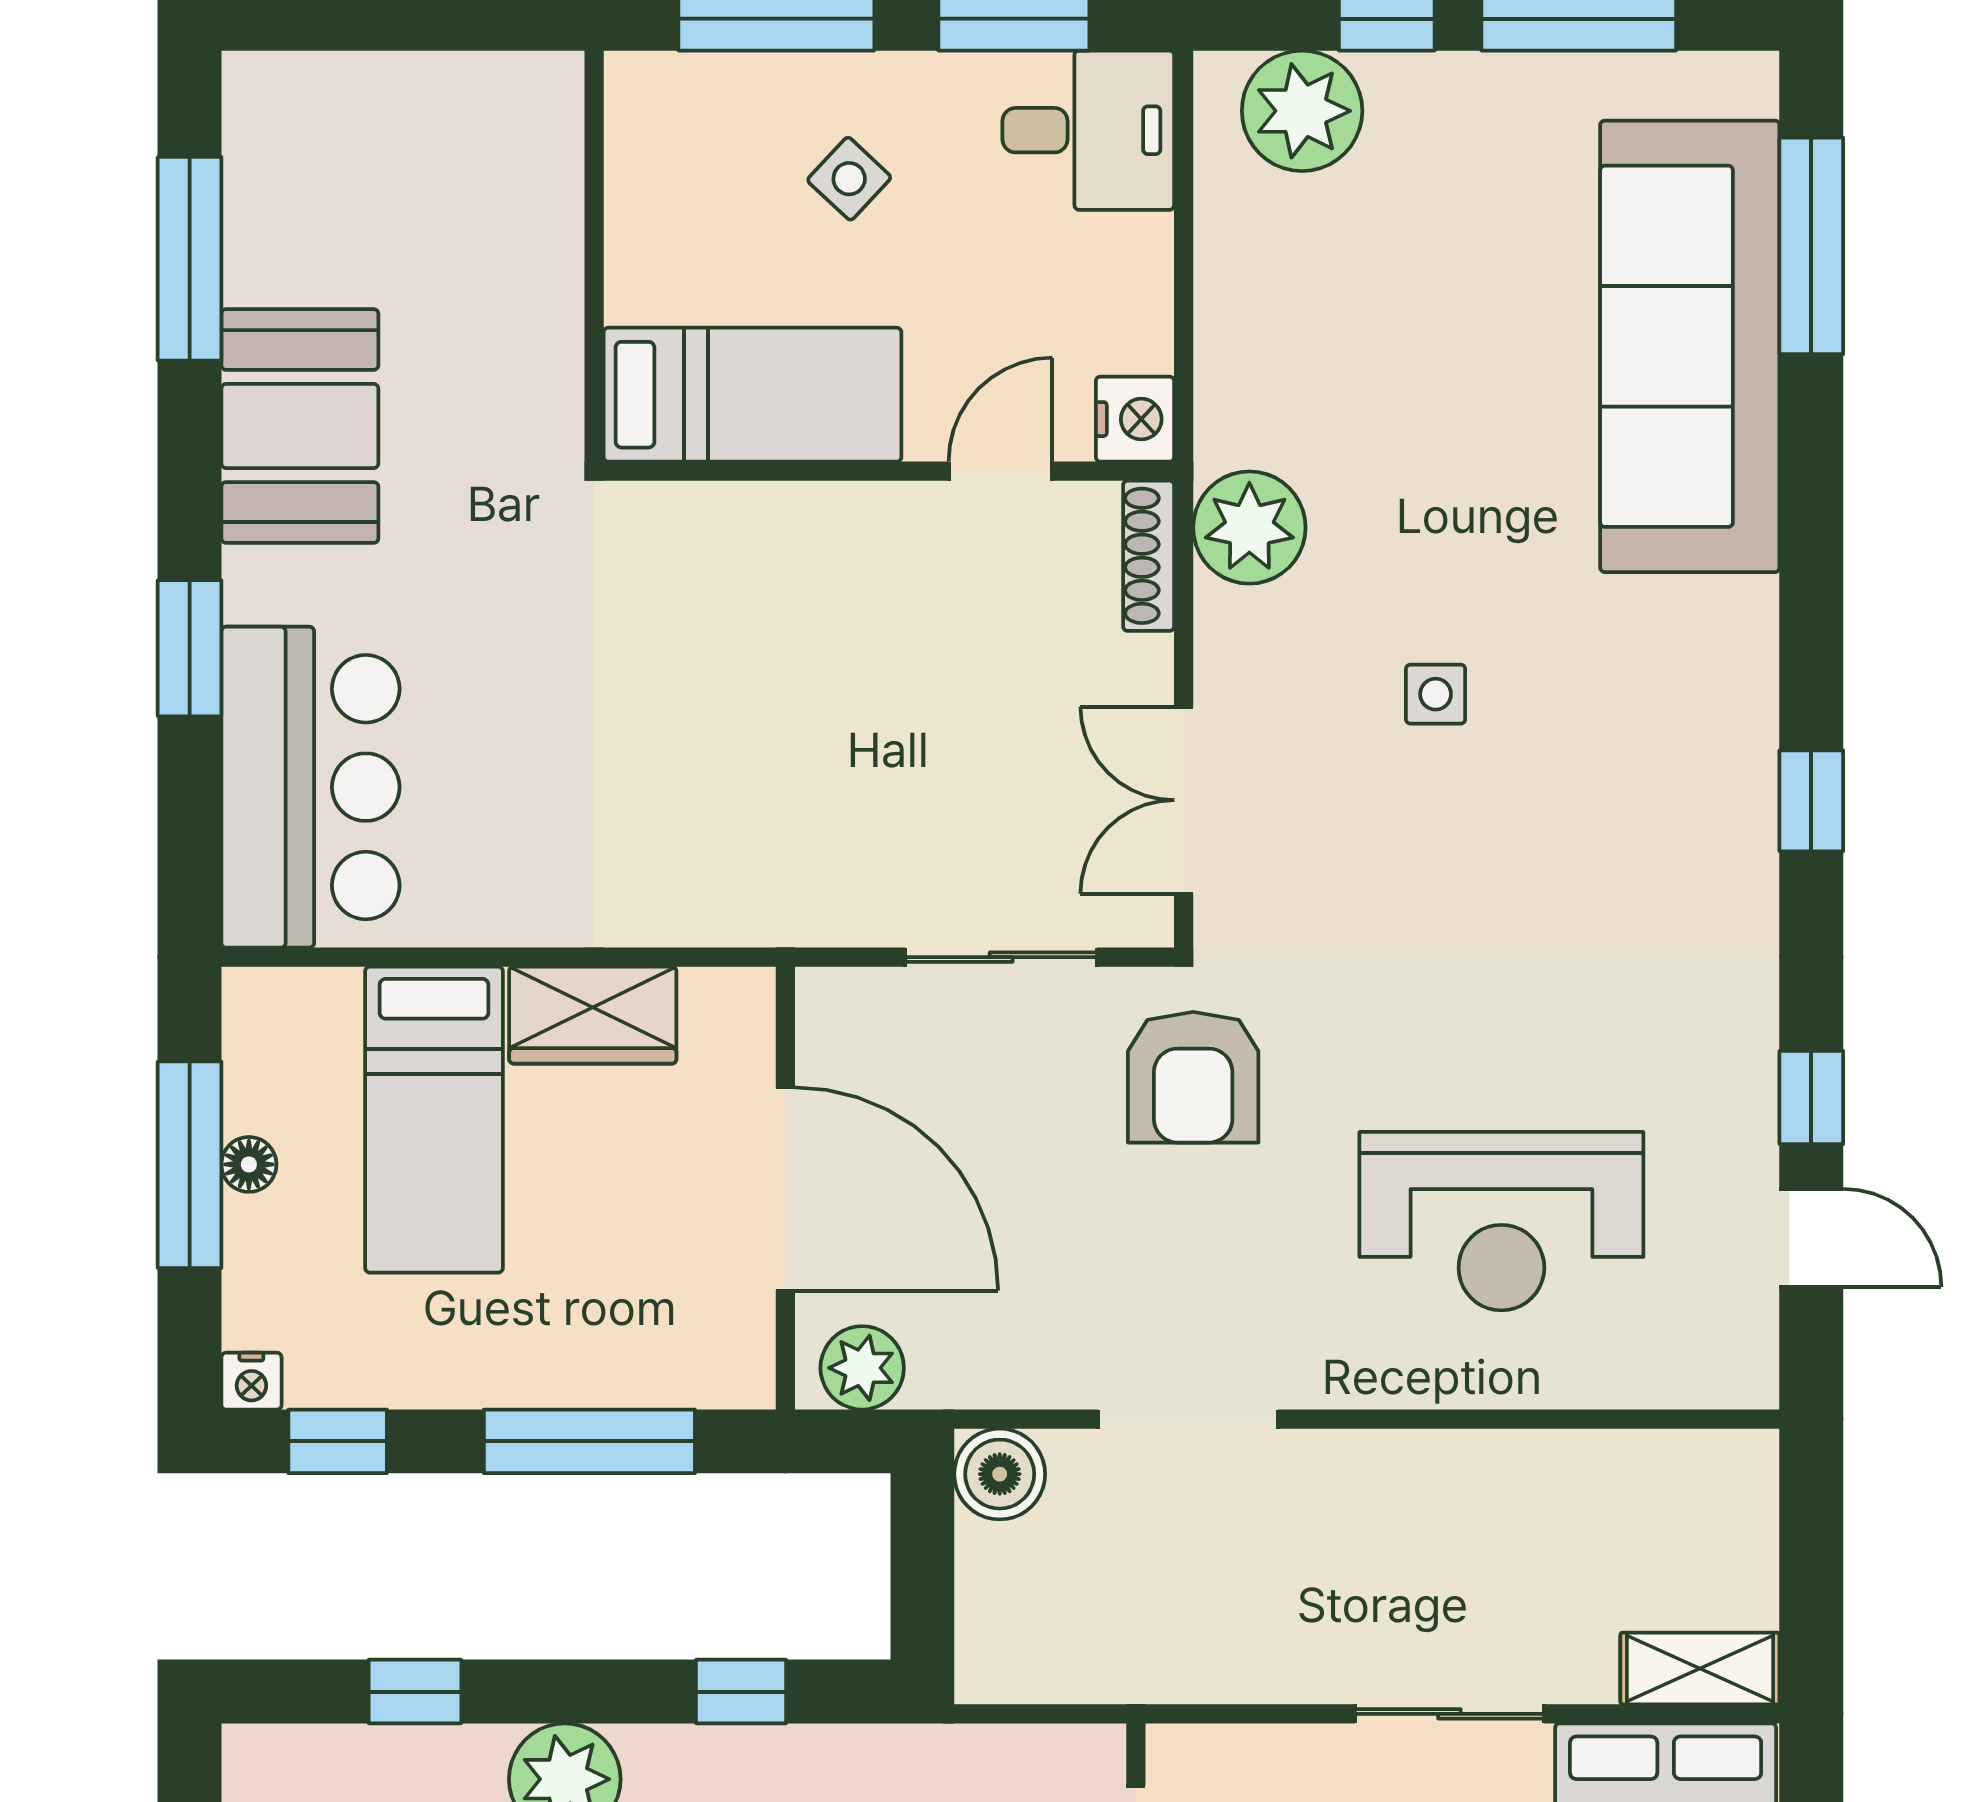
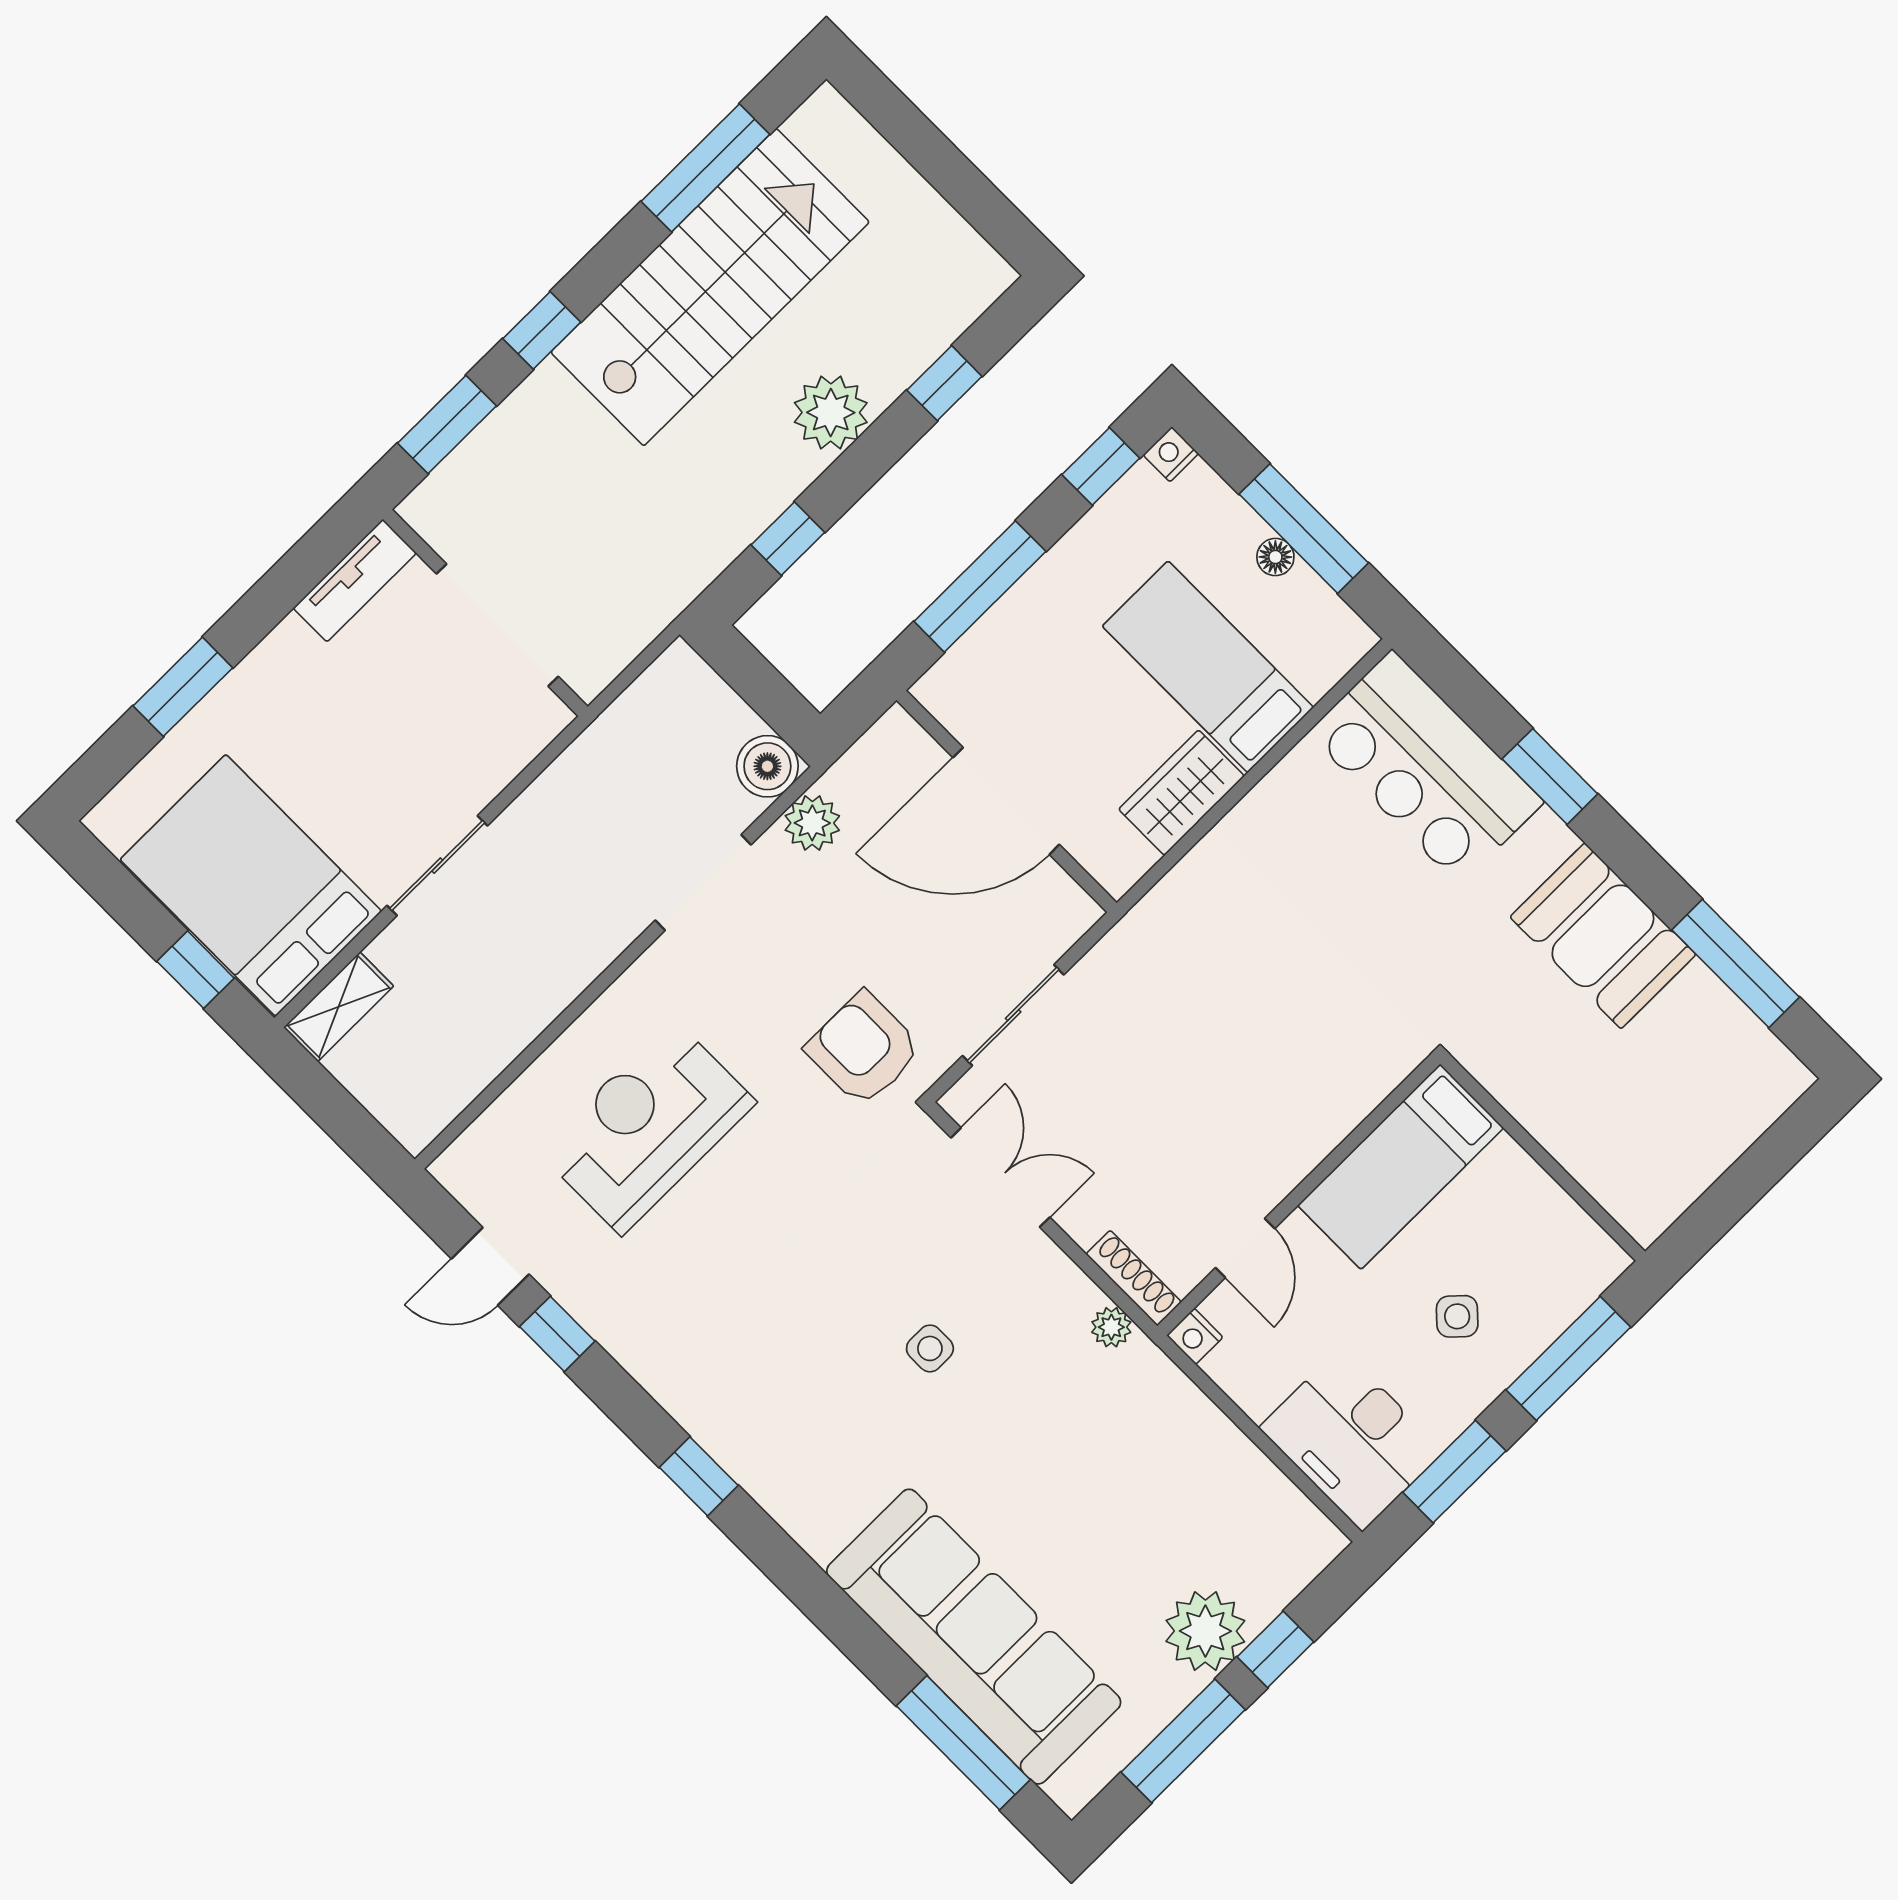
plant: (1302, 111) -> (1205, 1631), moved
desk: (1088, 130) -> (1351, 1439), width x1.37
nightstand: (1135, 419) -> (1195, 1336), width x0.72, depth x0.74
plant: (1249, 528) -> (1111, 1327), width x0.53, depth x0.53
plant: (862, 1368) -> (812, 823), moved

